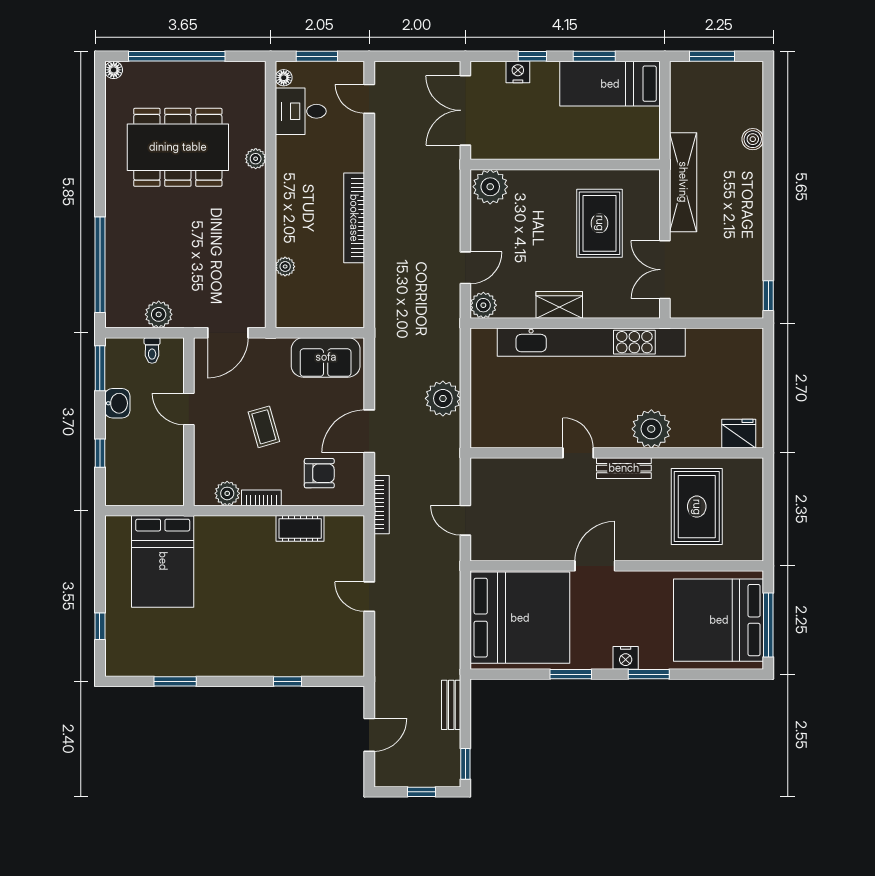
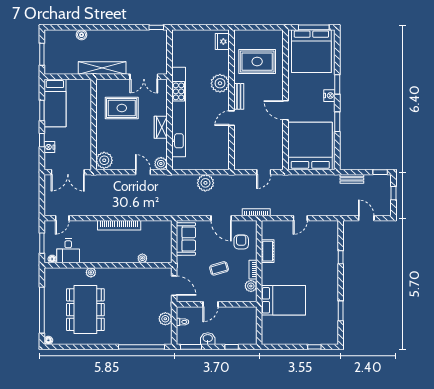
bed: (163, 561) -> (283, 300), moved

